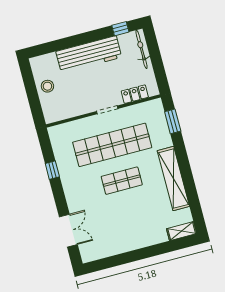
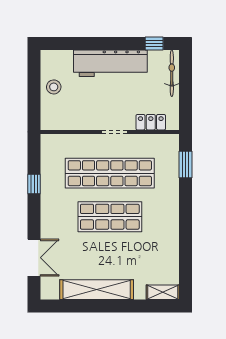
shelving: (173, 179) -> (97, 290), moved, turned 90
shop shelf: (122, 181) -> (110, 217), width x1.43, depth x1.36

